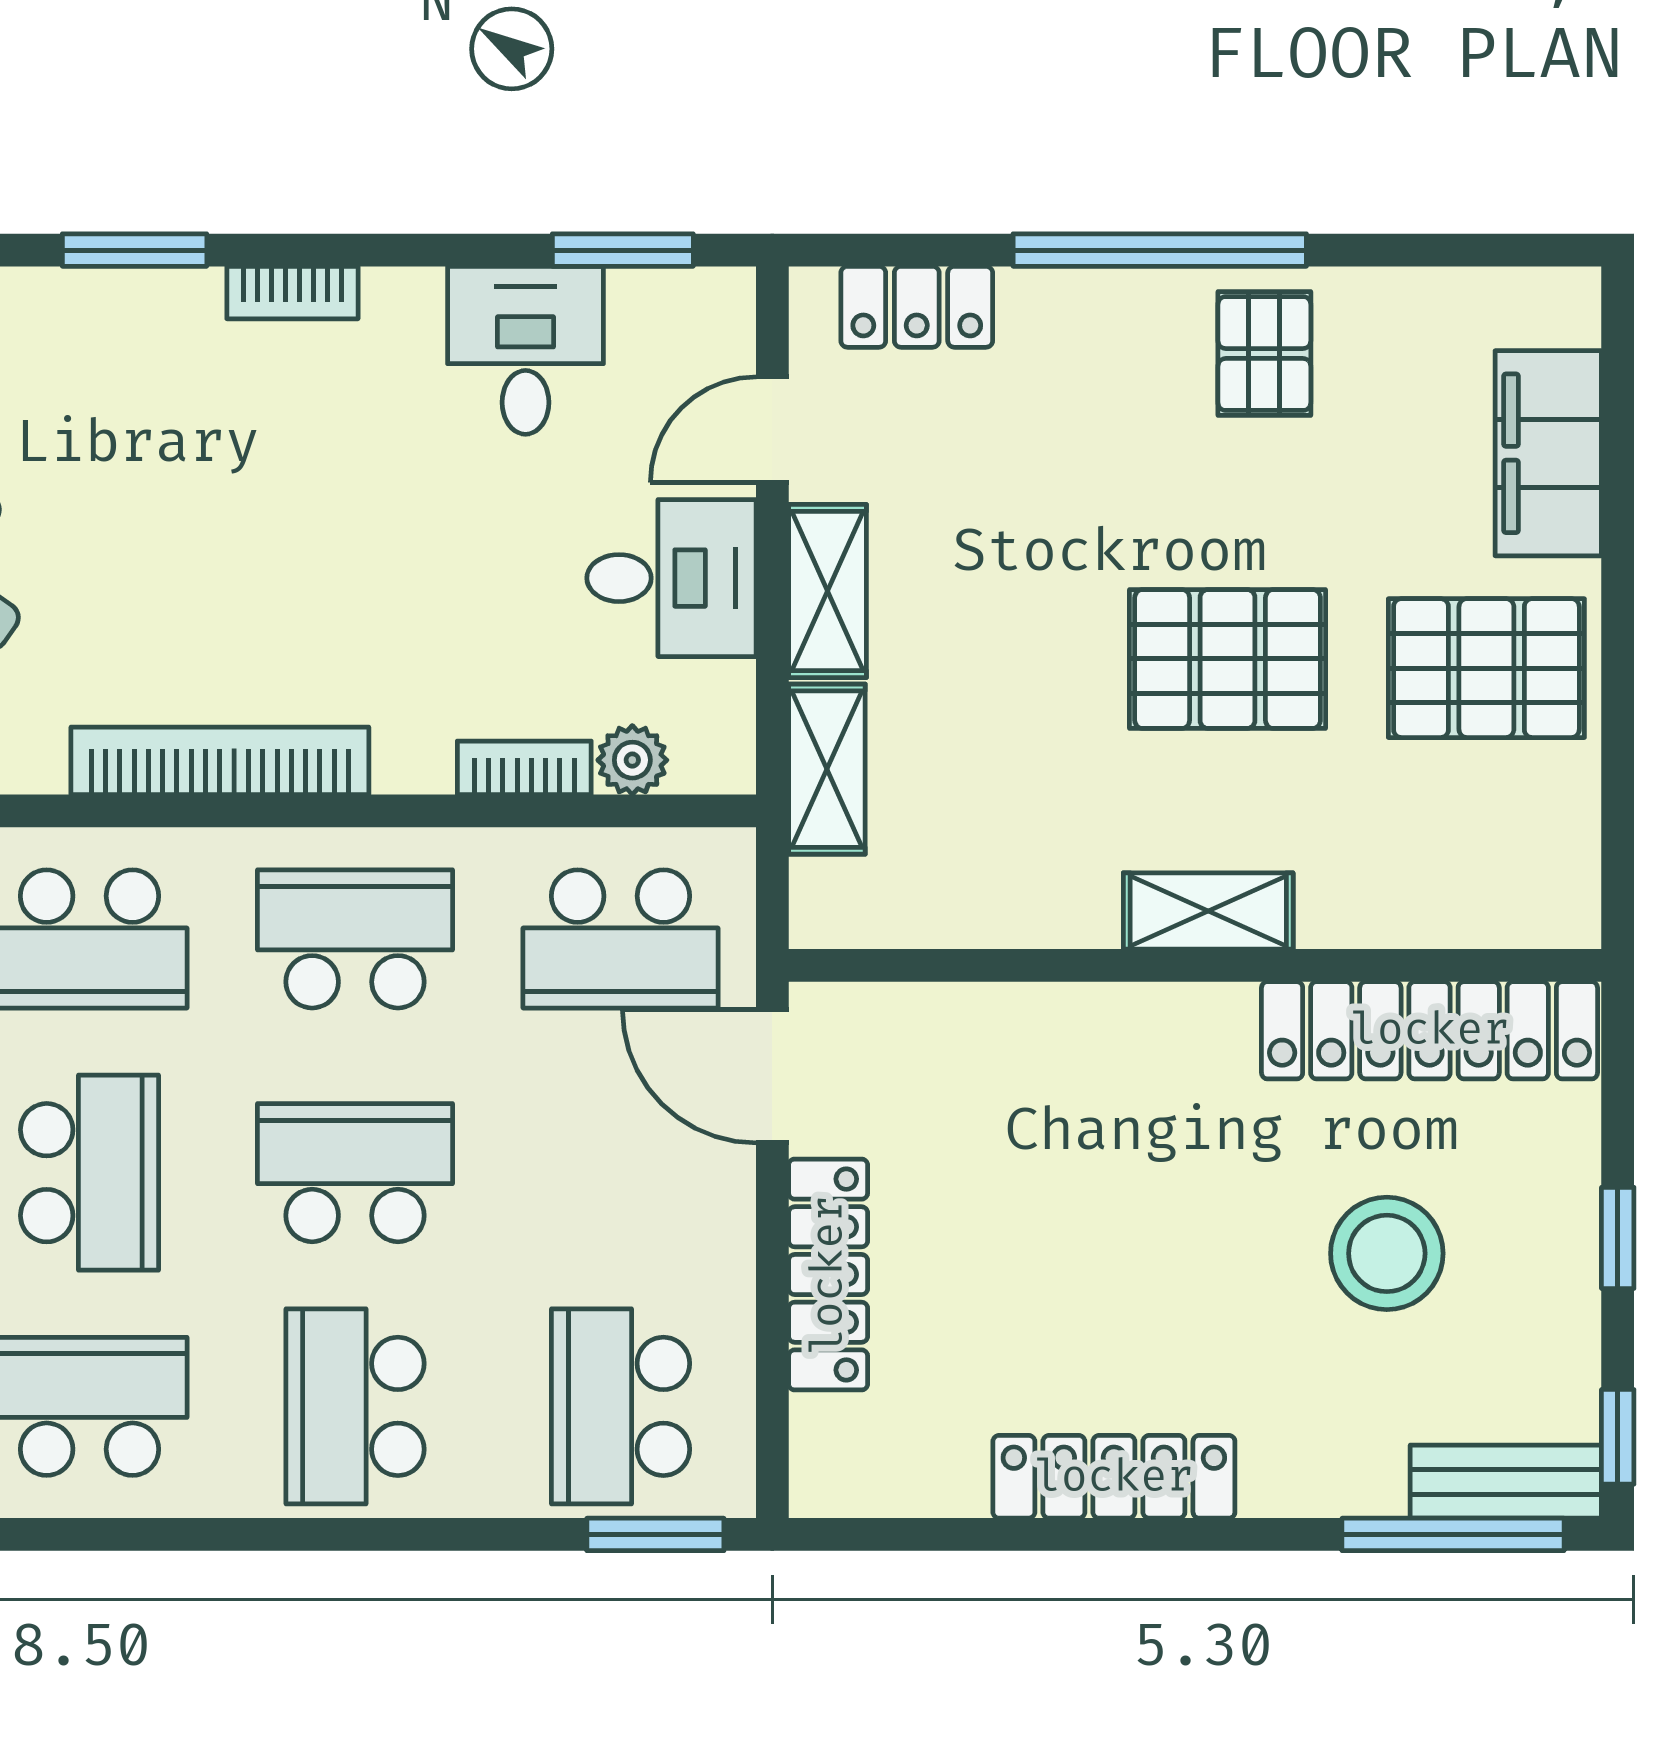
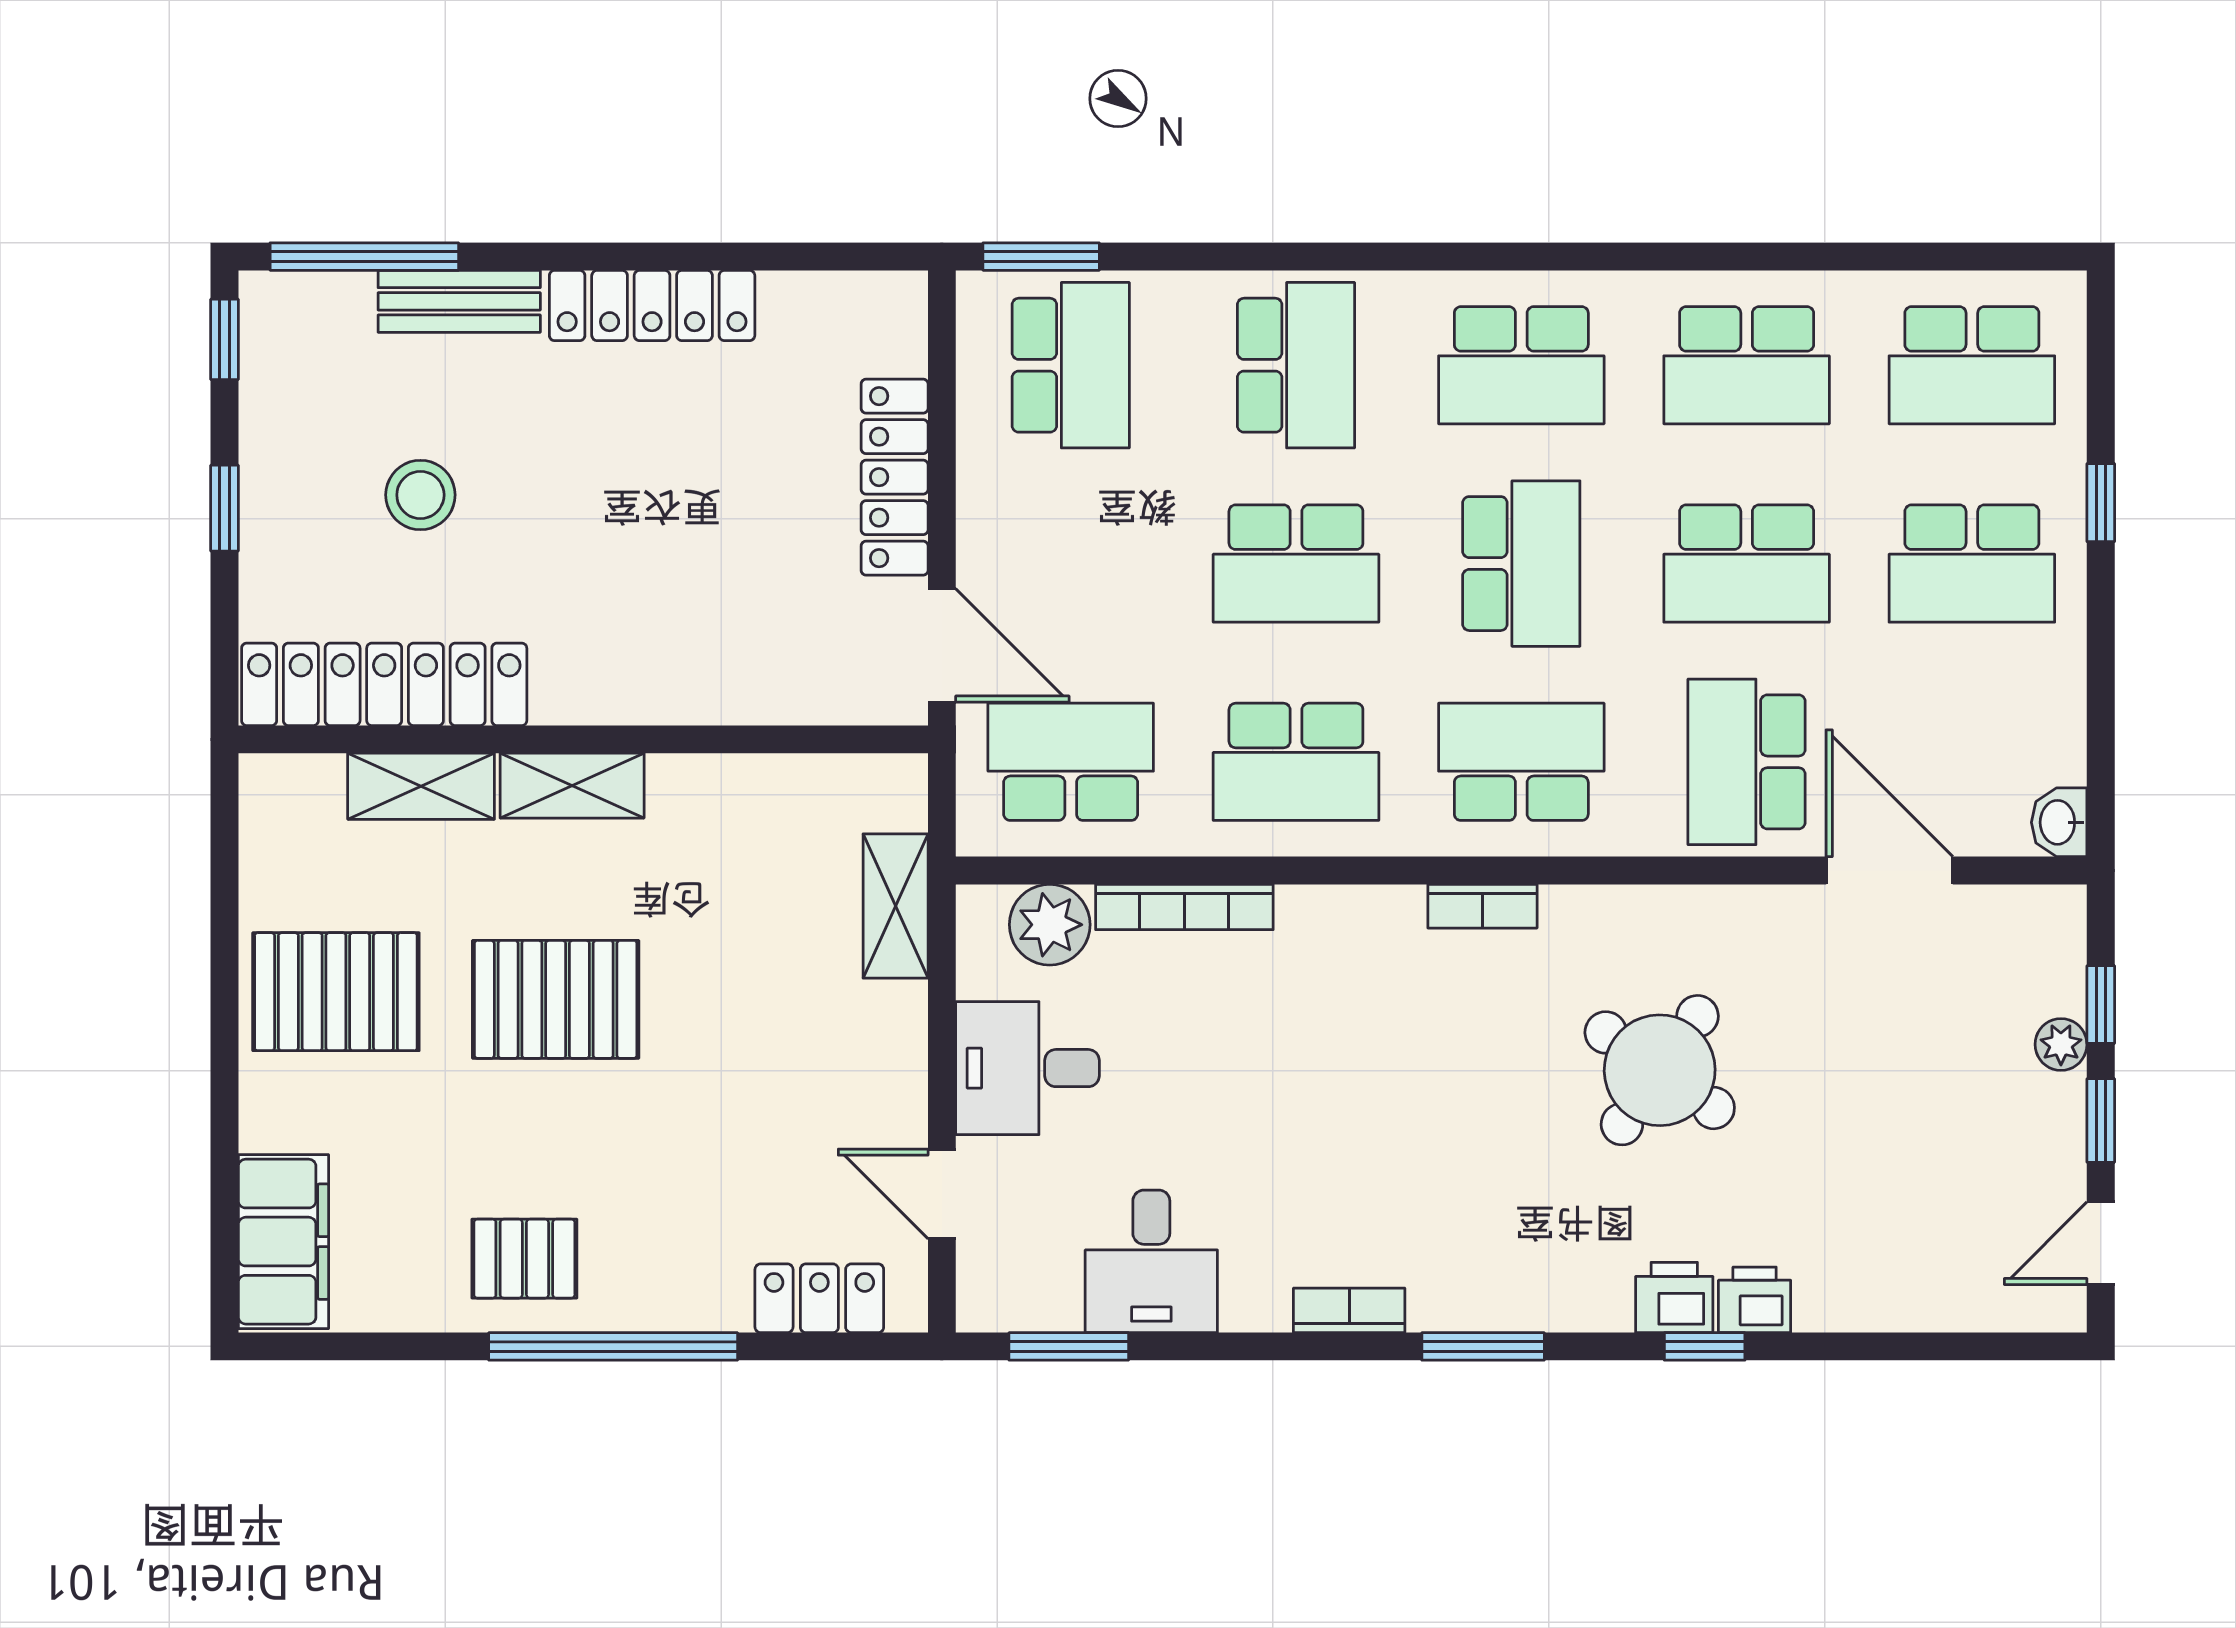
pallet: (1264, 354) -> (524, 1259), turned 90
door: (772, 430) -> (942, 1194), swing flipped
filing cabinet: (1548, 453) -> (283, 1242), moved
shelving: (828, 591) -> (421, 786), moved, turned 90
plant: (632, 760) -> (1050, 925), width x1.38, depth x1.38
bookcase: (220, 761) -> (1482, 906), width x0.43, depth x0.76
bookcase: (524, 768) -> (1184, 907), width x1.56
school desk: (90, 1173) -> (1521, 564), turned 180
stool: (1387, 1253) -> (420, 495), width x0.73, depth x0.73
bench: (1506, 1482) -> (459, 301), moved

